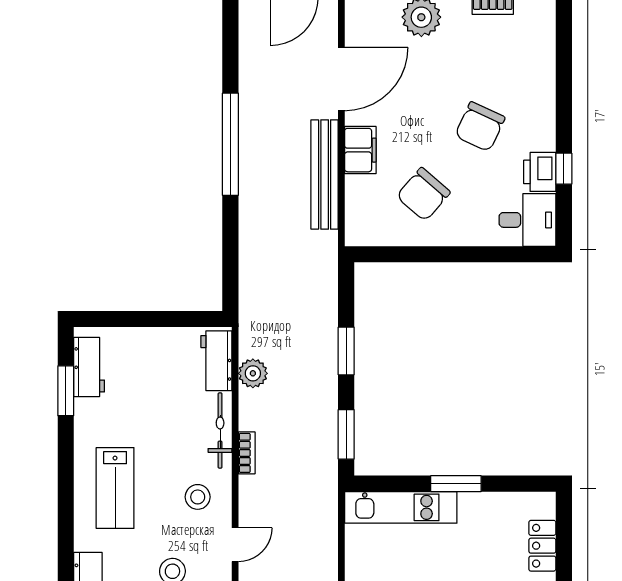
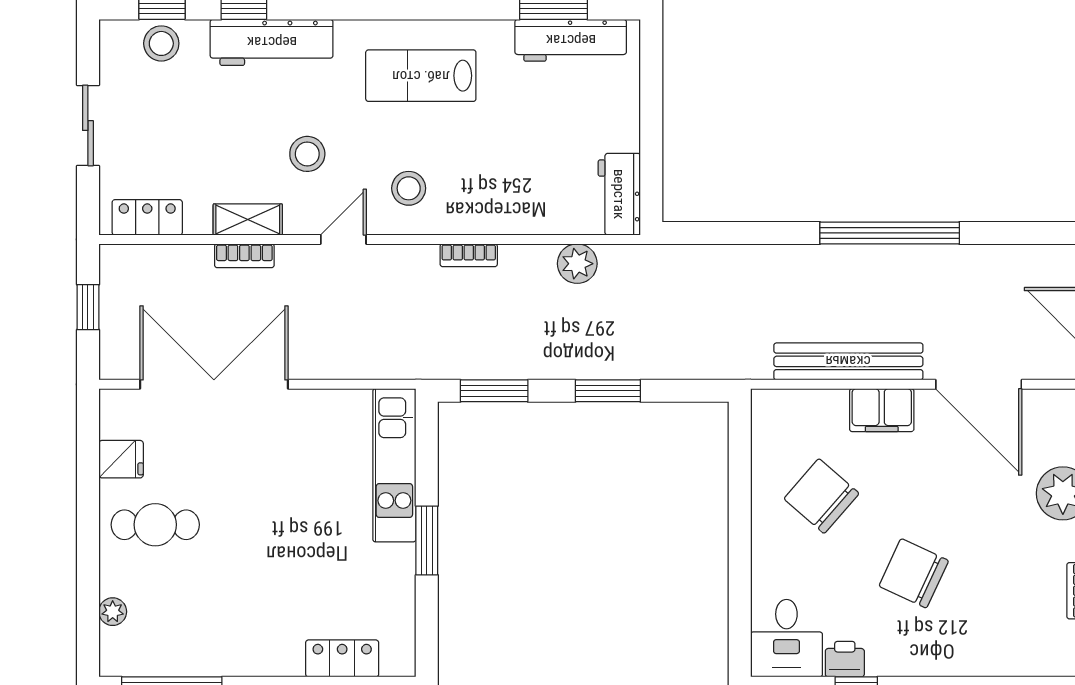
printer: (540, 172) -> (845, 659), width x0.73, depth x0.81
workbench: (216, 361) -> (619, 194), moved, turned -90
workbench: (89, 367) -> (571, 40), width x1.38
bicycle: (220, 431) -> (499, 219), removed
door: (235, 545) -> (343, 239), swing flipped

